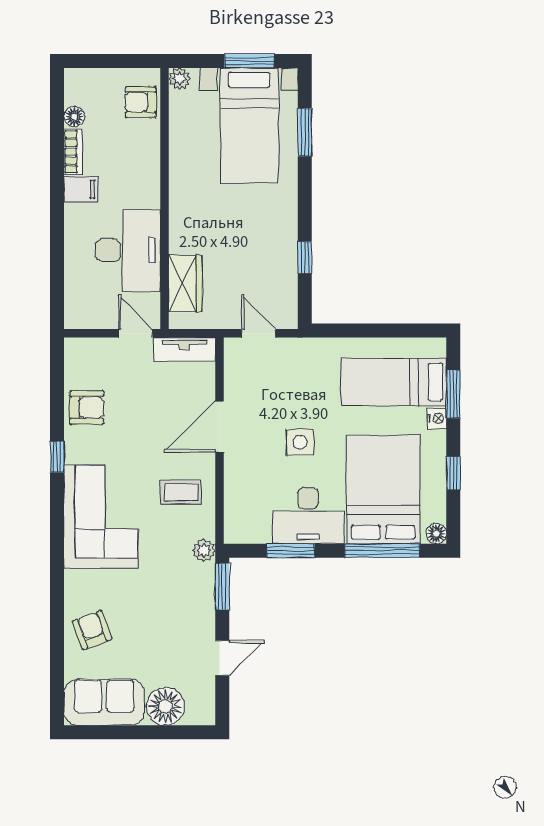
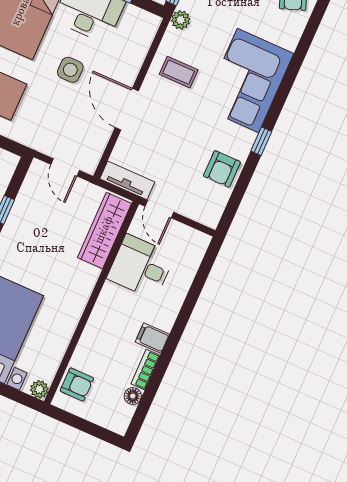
desk: (128, 250) -> (141, 267), width x0.73
wardrobe: (185, 284) -> (104, 230), width x1.50
armchair: (87, 407) -> (222, 169), turned -90
door: (219, 427) -> (127, 109), swing flipped

